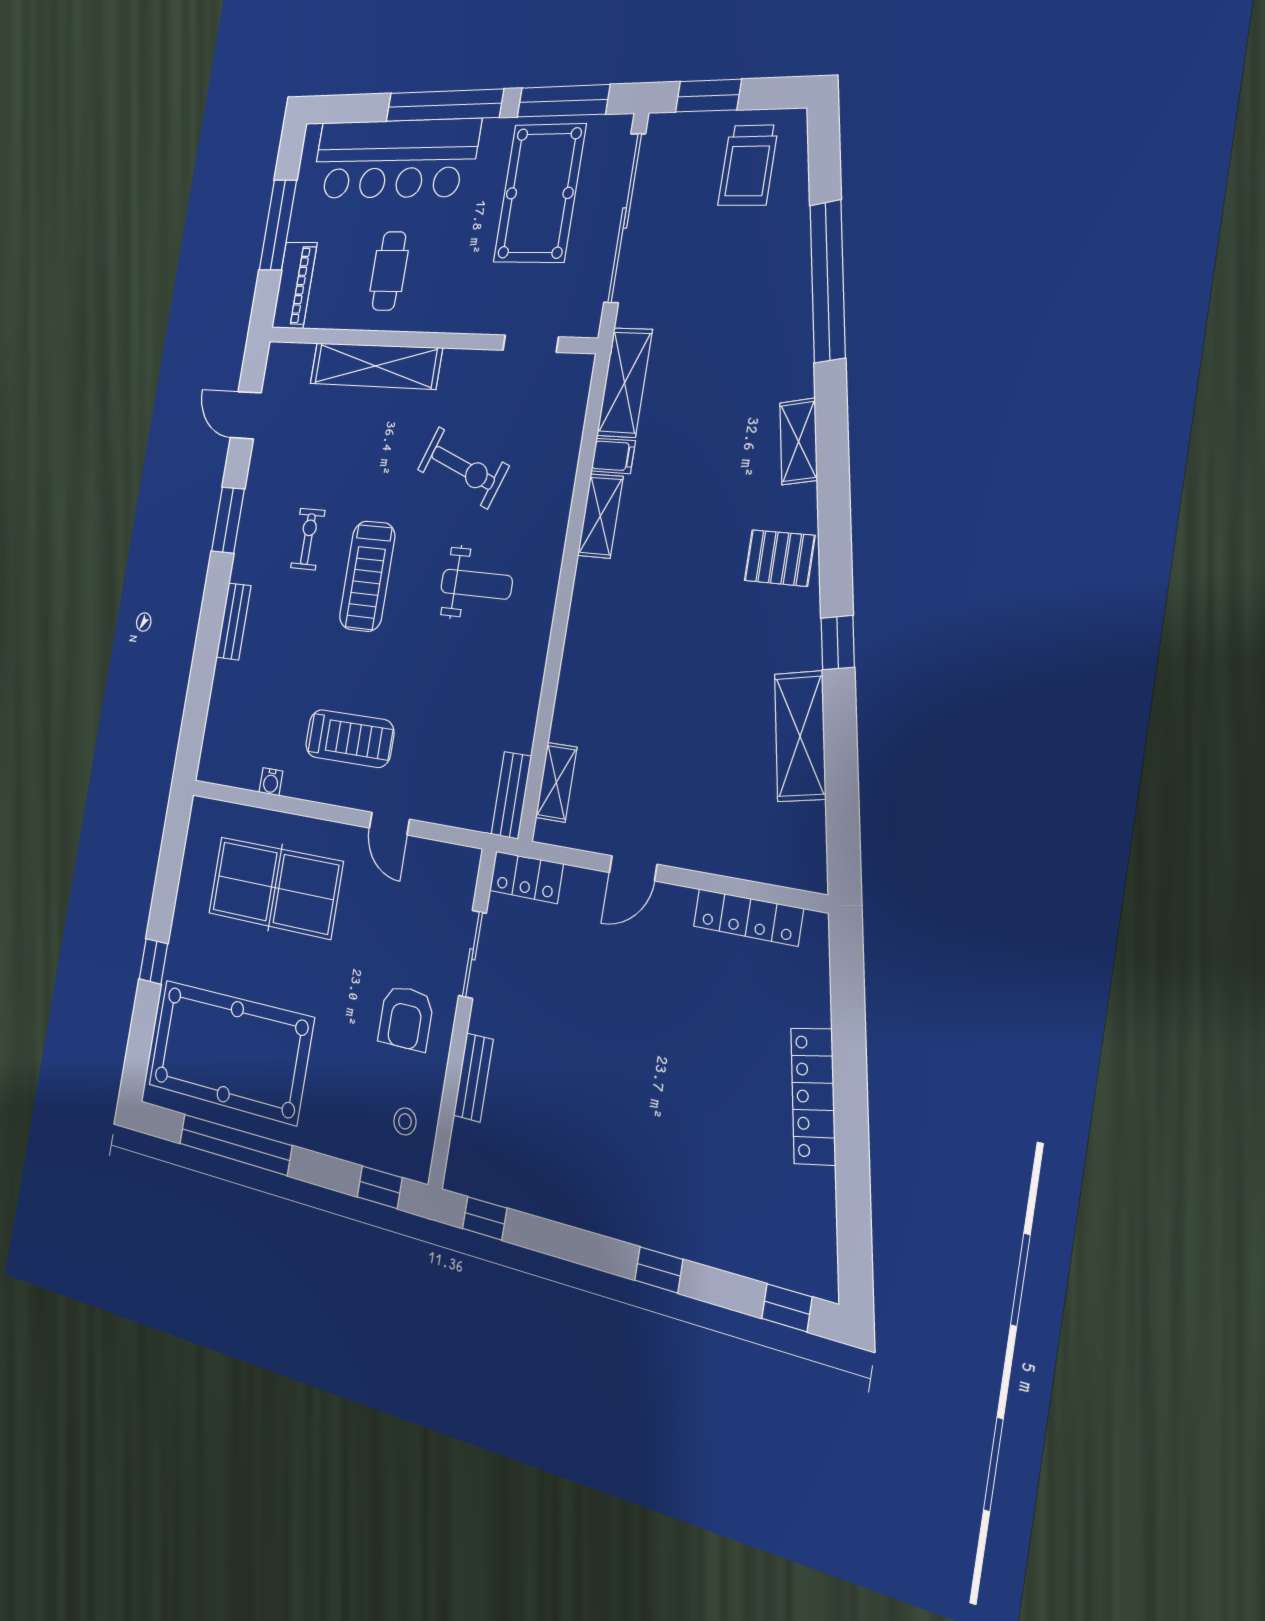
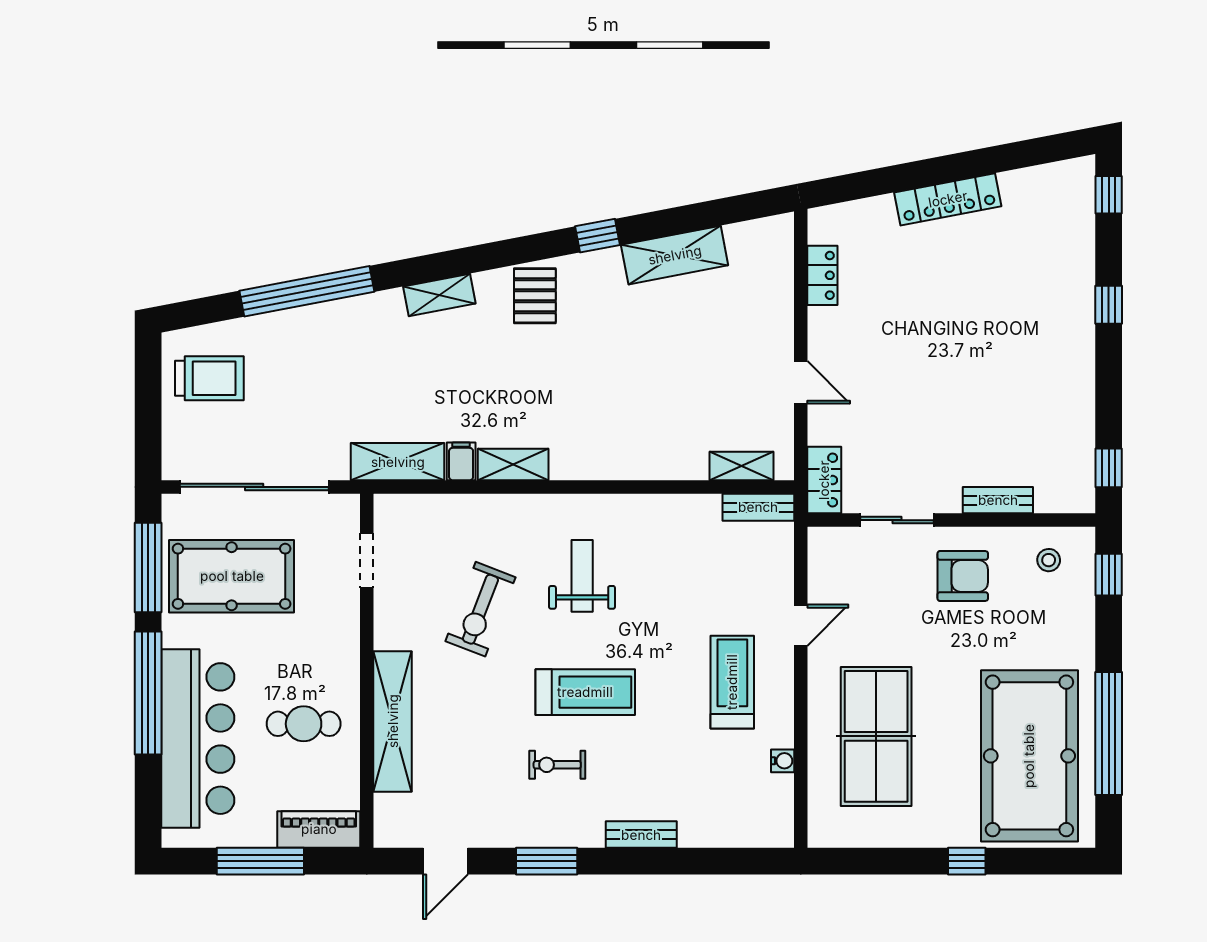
window: (708, 96) -> (148, 425), removed
exercise bike: (463, 468) -> (480, 609), turned 180
locker: (748, 917) -> (822, 275), width x0.66

